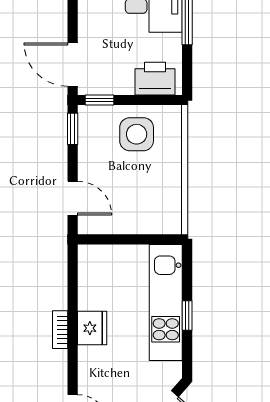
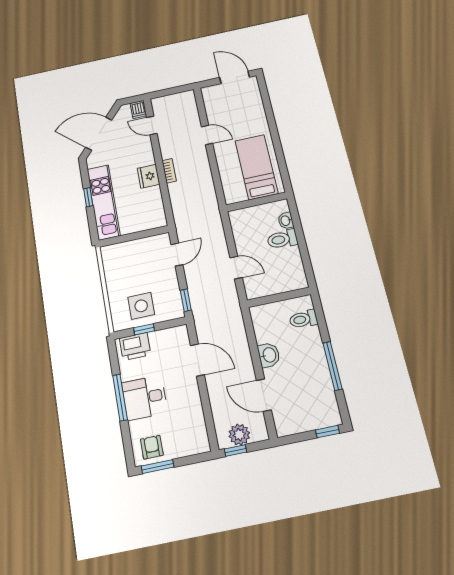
door: (73, 65) -> (197, 360), moved
window: (100, 100) -> (144, 329), moved
door: (73, 198) -> (177, 254), swing flipped

